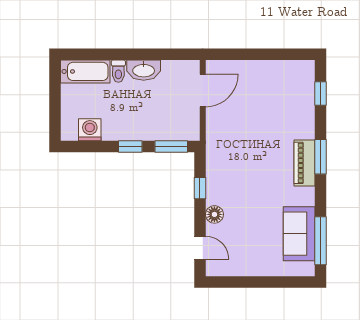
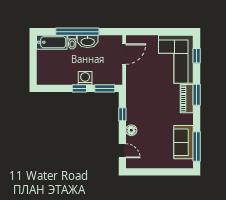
window: (127, 54) -> (77, 32), added
corner sofa: (287, 99) -> (176, 59), added
washing machine: (90, 130) -> (85, 78), moved

